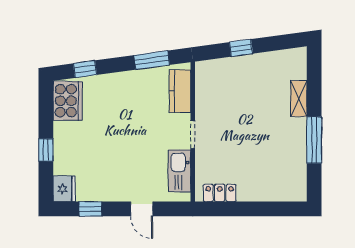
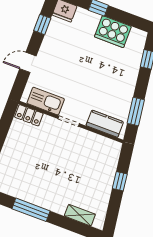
shelving: (299, 99) -> (80, 215), moved
cooker: (68, 101) -> (113, 32), moved
locker: (220, 193) -> (29, 115), moved, turned 90

